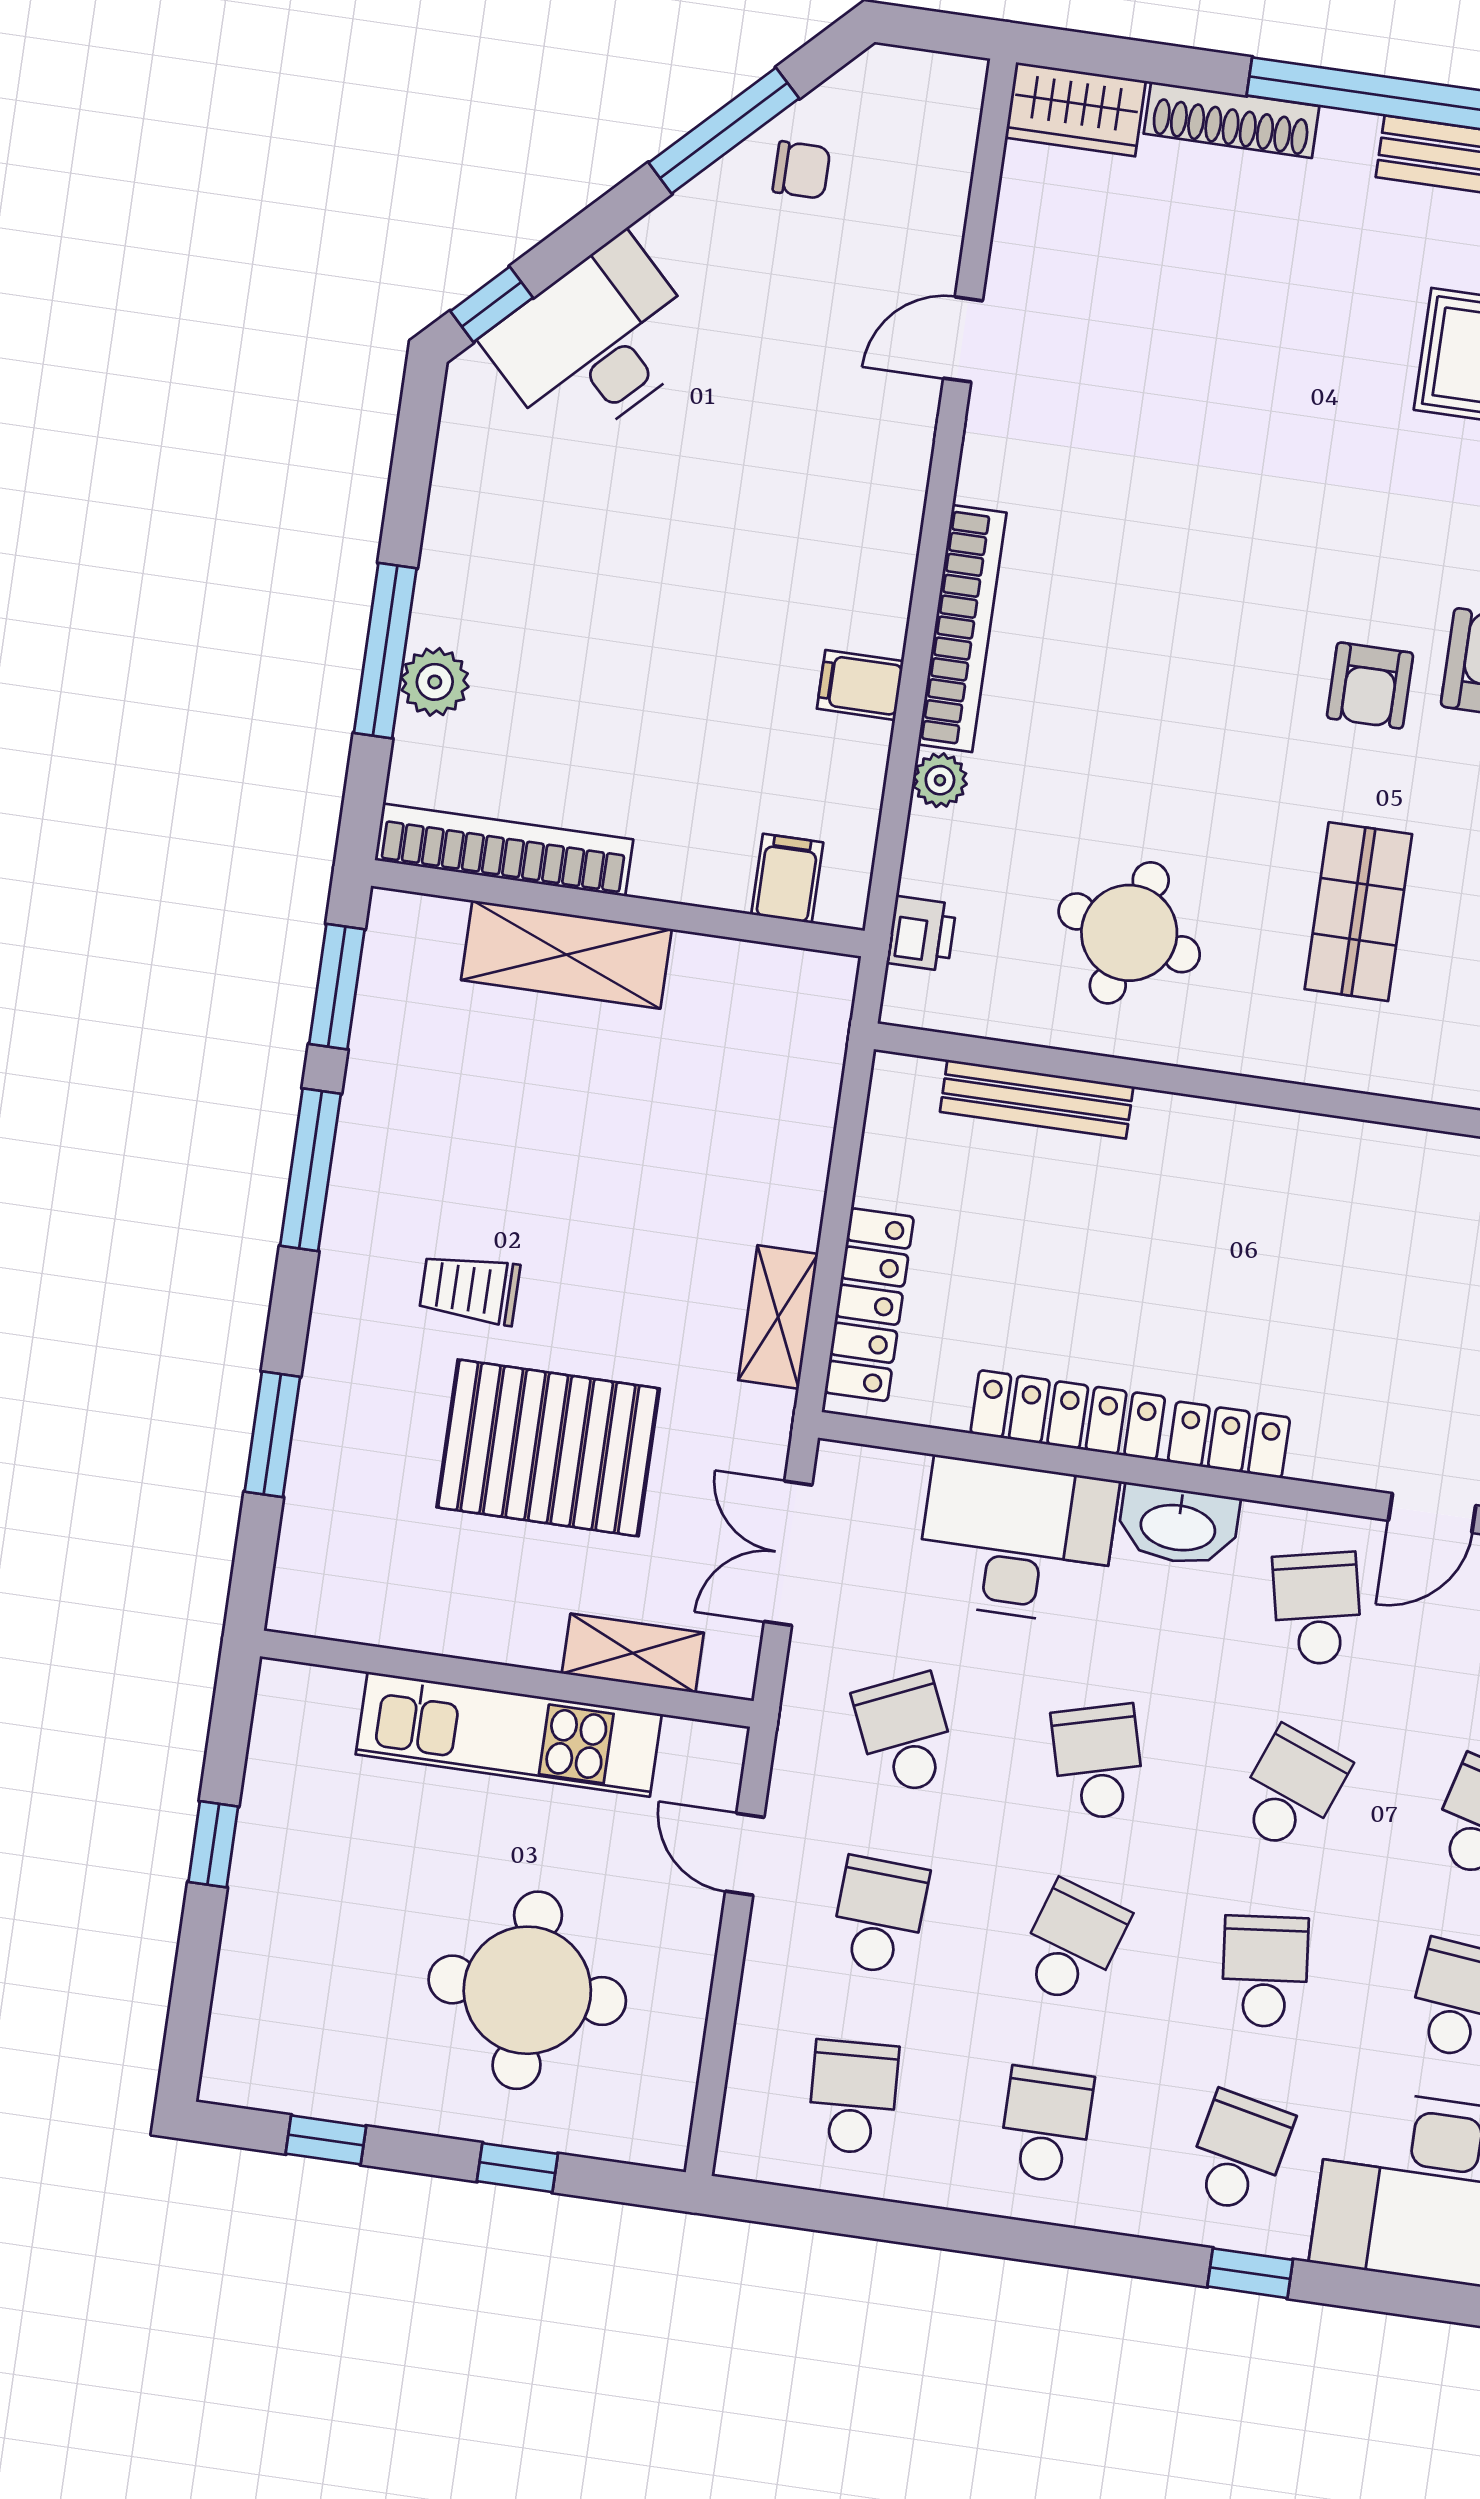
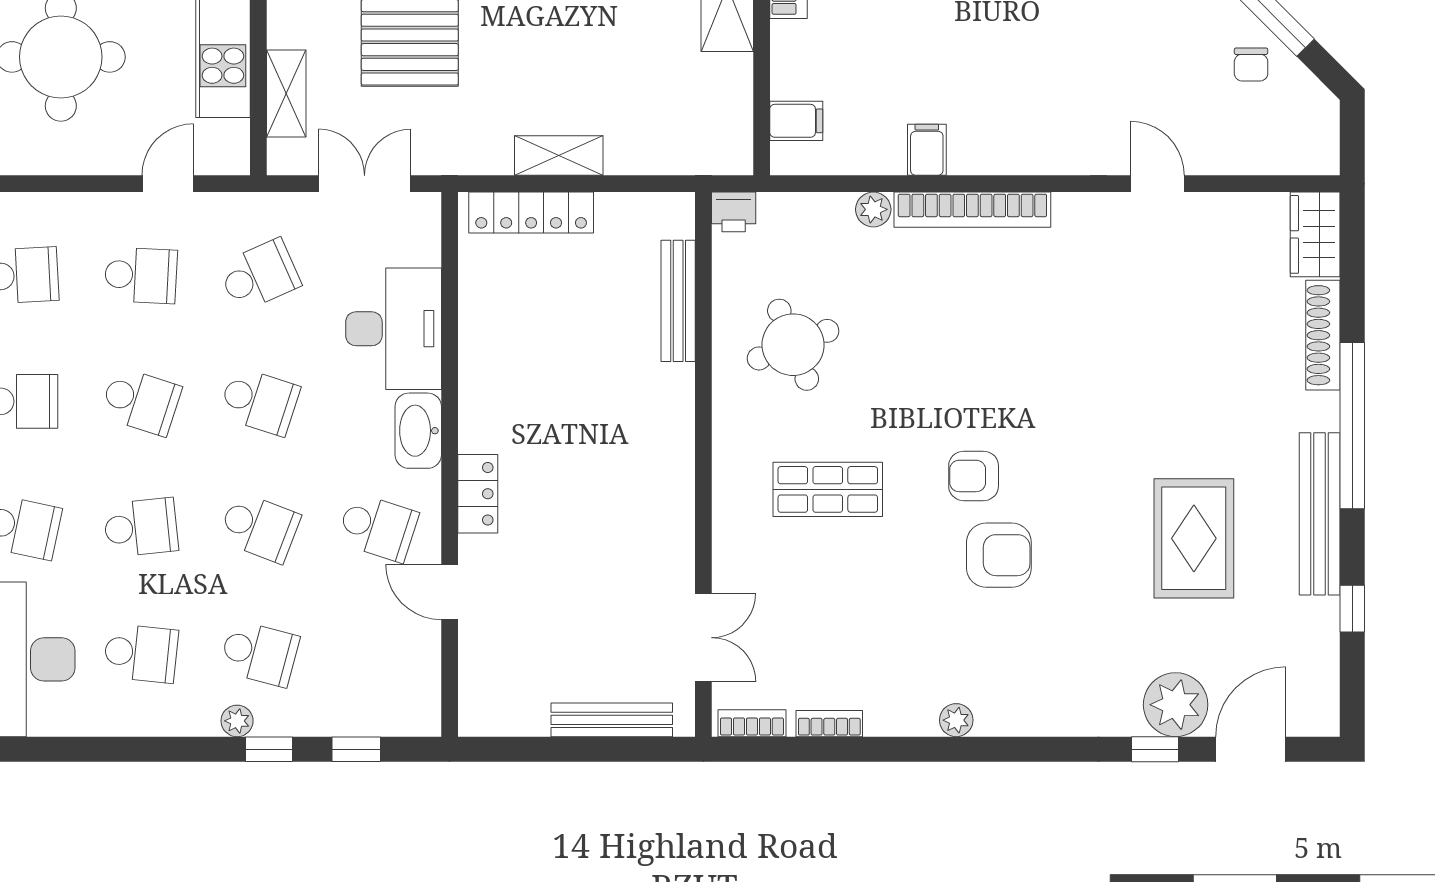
round table: (1129, 933) -> (793, 345), turned -36
printer: (922, 934) -> (734, 212), moved
shelving: (778, 1317) -> (559, 155), moved
locker: (1068, 1415) -> (479, 350), removed
locker: (1229, 1440) -> (478, 494), moved
school desk: (1317, 1609) -> (378, 527), turned 30
school desk: (1098, 1762) -> (259, 401), turned 33

